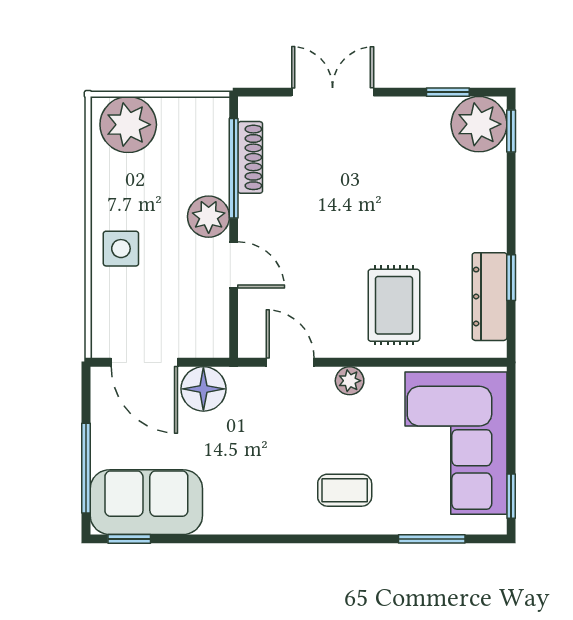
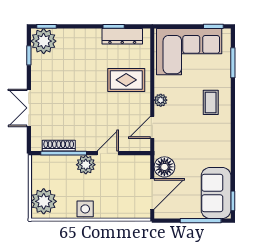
side table: (121, 249) -> (85, 209), moved

